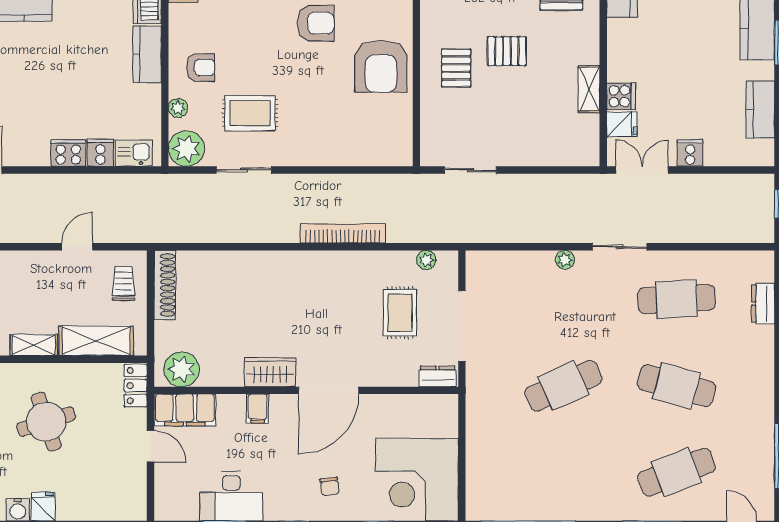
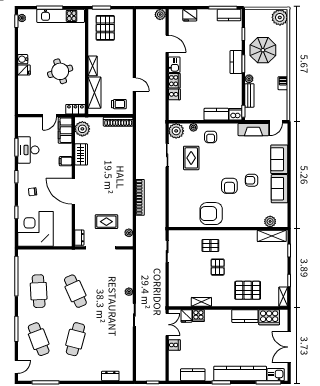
kitchen sink: (134, 153) -> (174, 65), moved
cafe table: (676, 299) -> (39, 291), moved
wardrobe: (270, 372) -> (81, 154), moved

